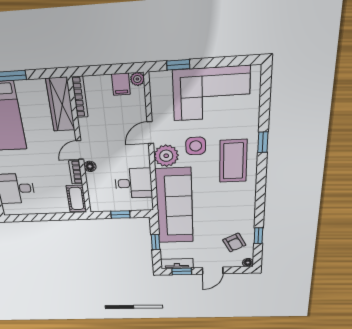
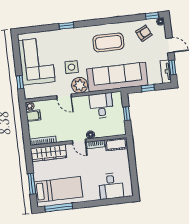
coffee table: (233, 161) -> (108, 42), moved
window: (258, 236) -> (152, 16), moved

